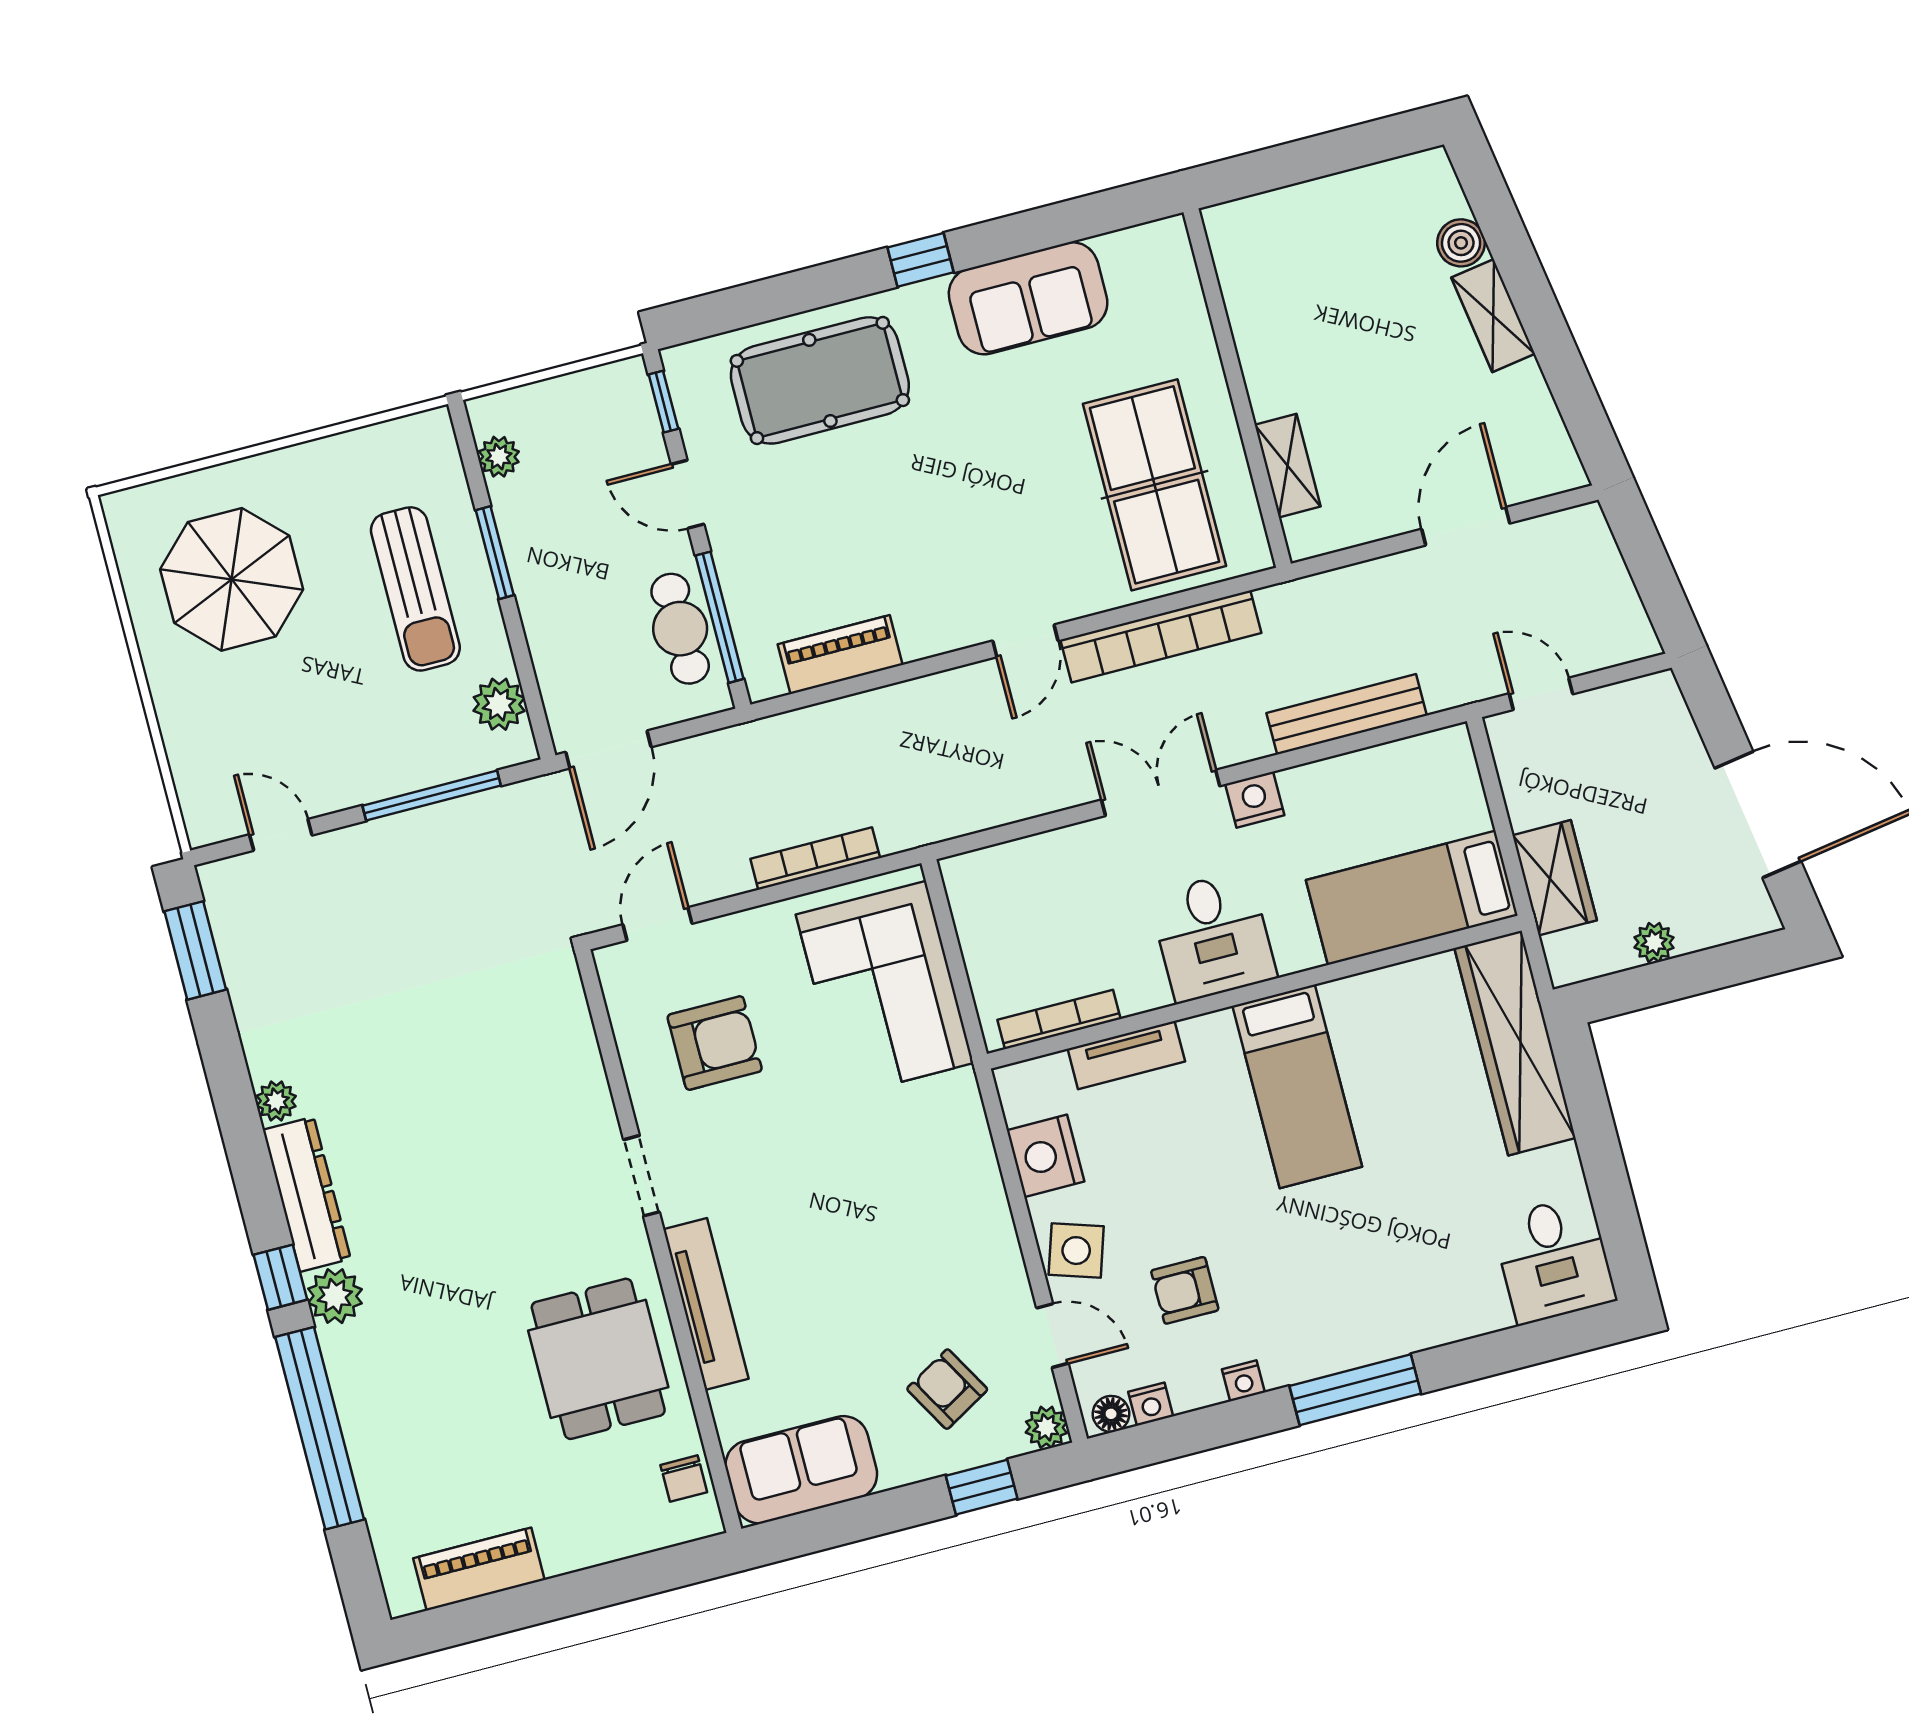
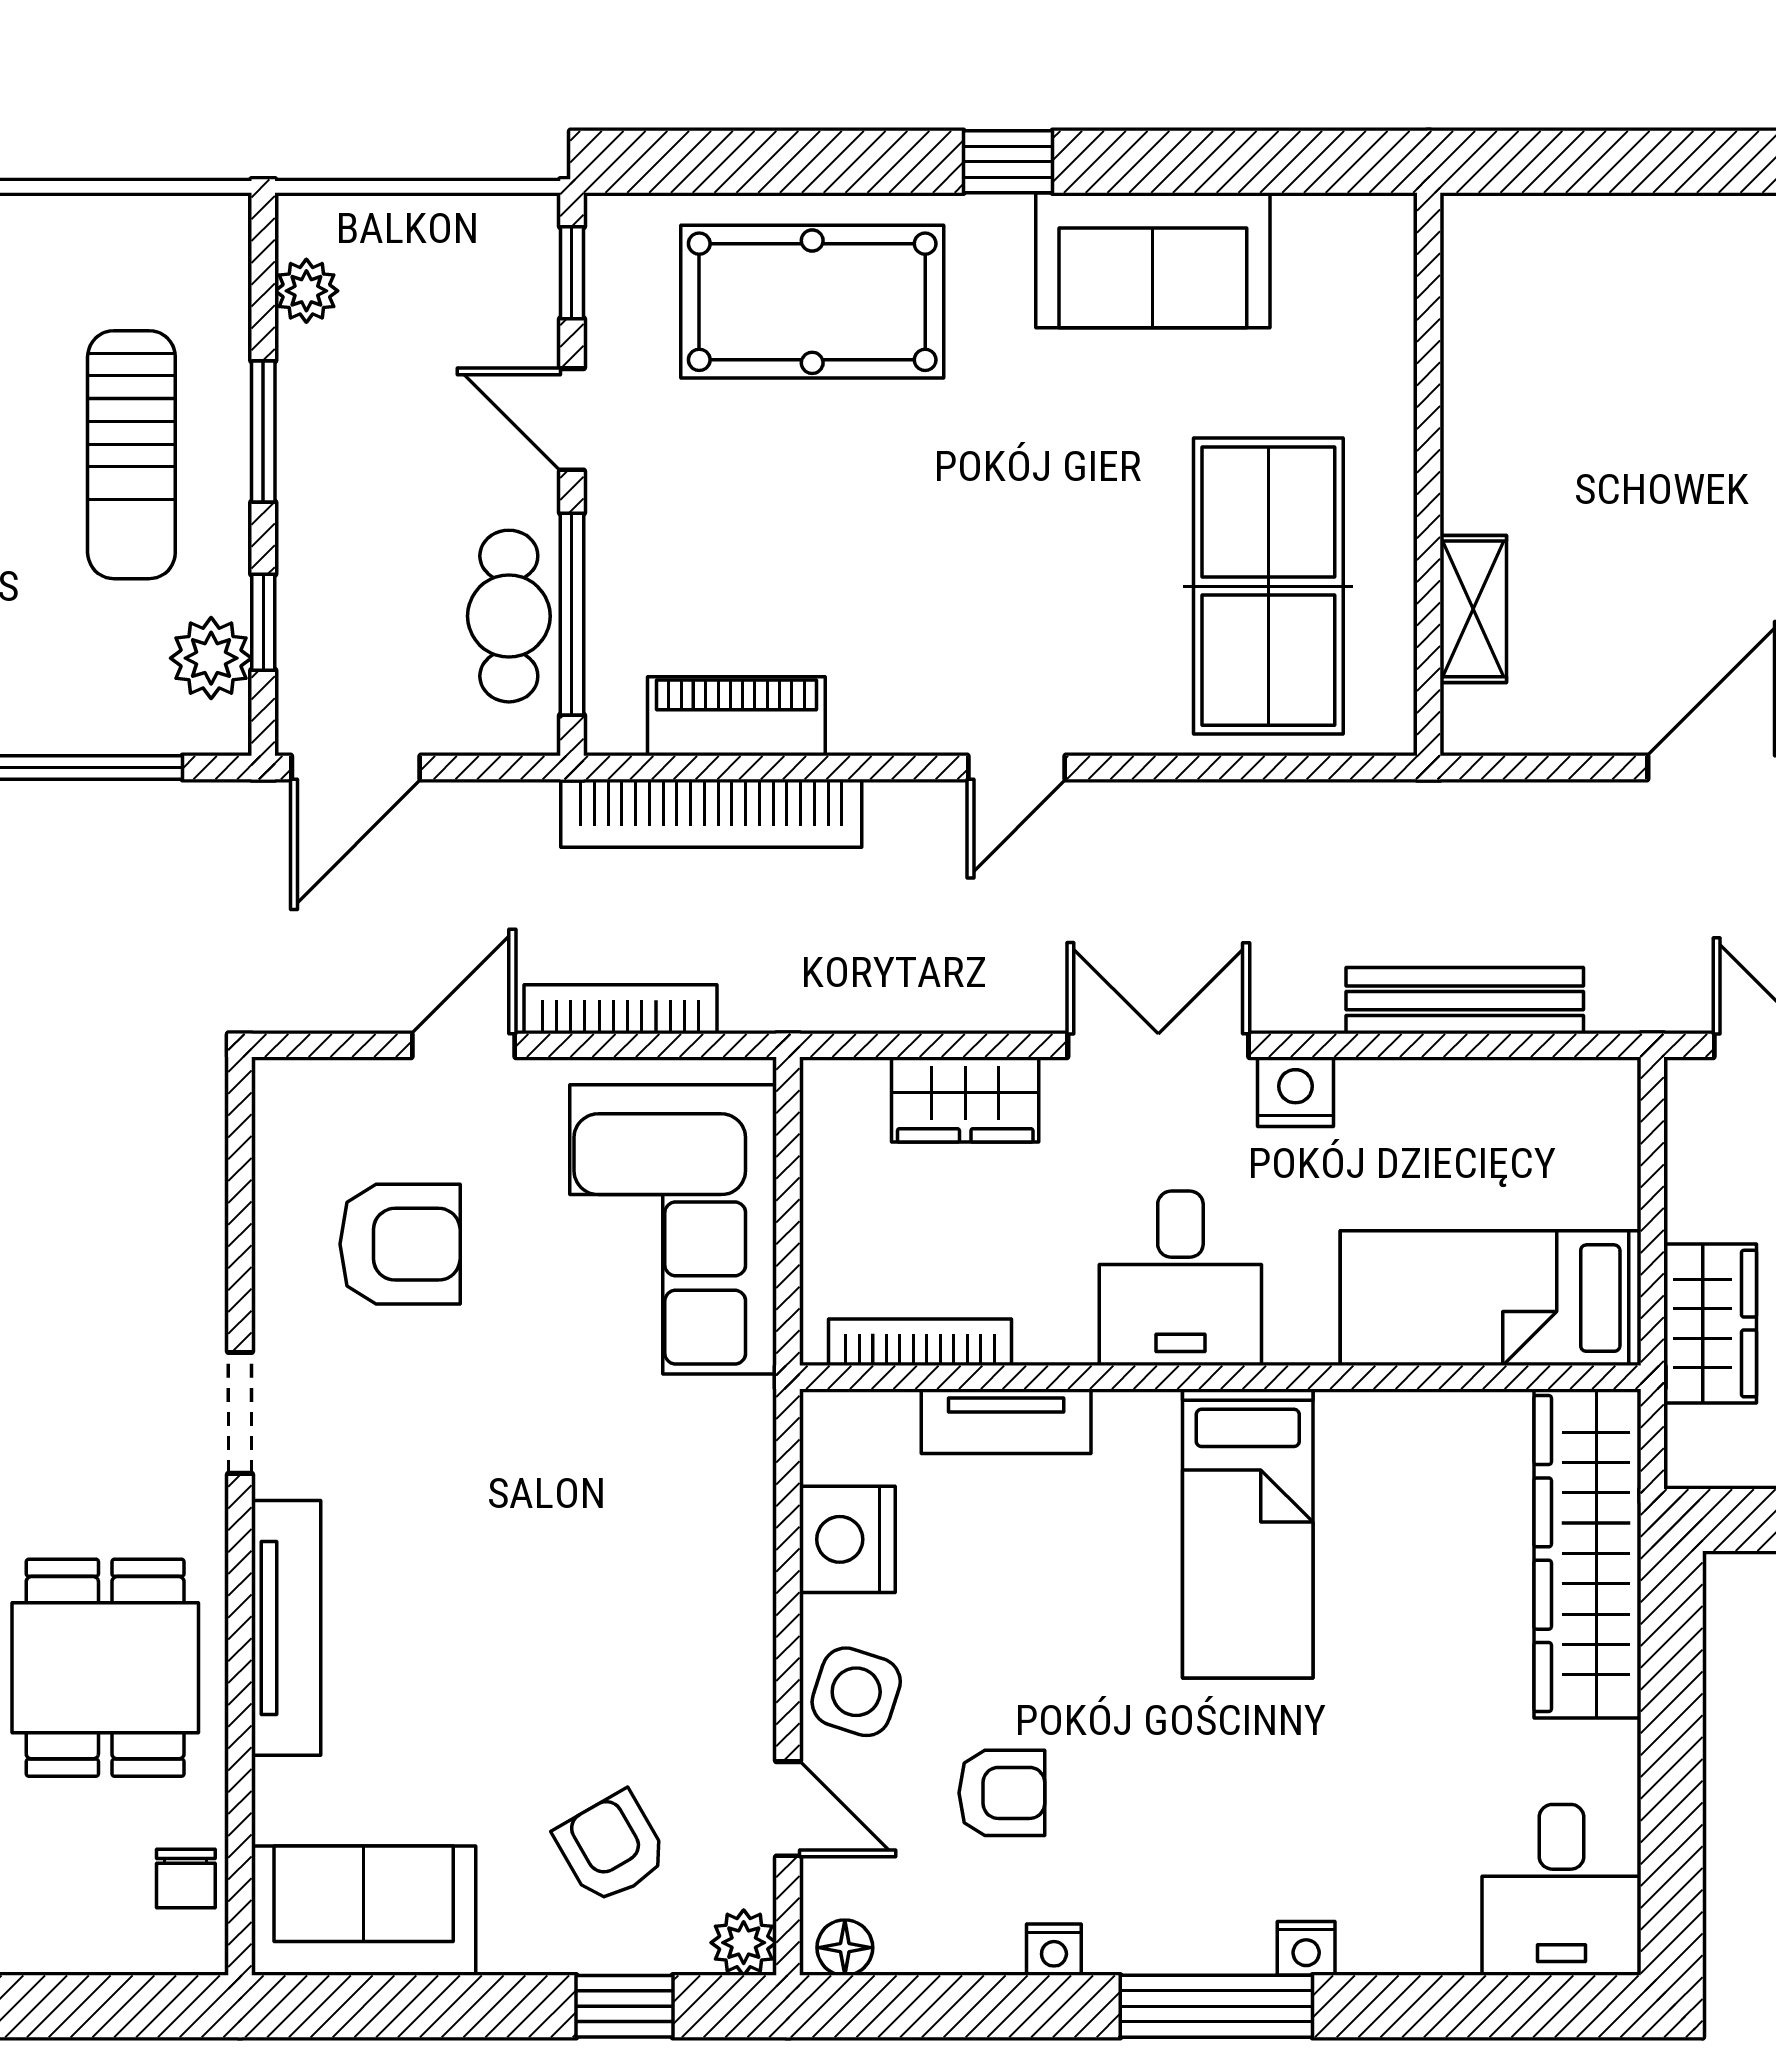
bookcase: (1161, 636) -> (711, 813), moved
window: (526, 673) -> (263, 622), added
wardrobe: (1048, 859) -> (965, 1100), added
door: (657, 924) -> (464, 1045), moved
armchair: (1185, 1290) -> (1002, 1793), turned 180
nightstand: (1151, 1404) -> (1306, 1948), moved

